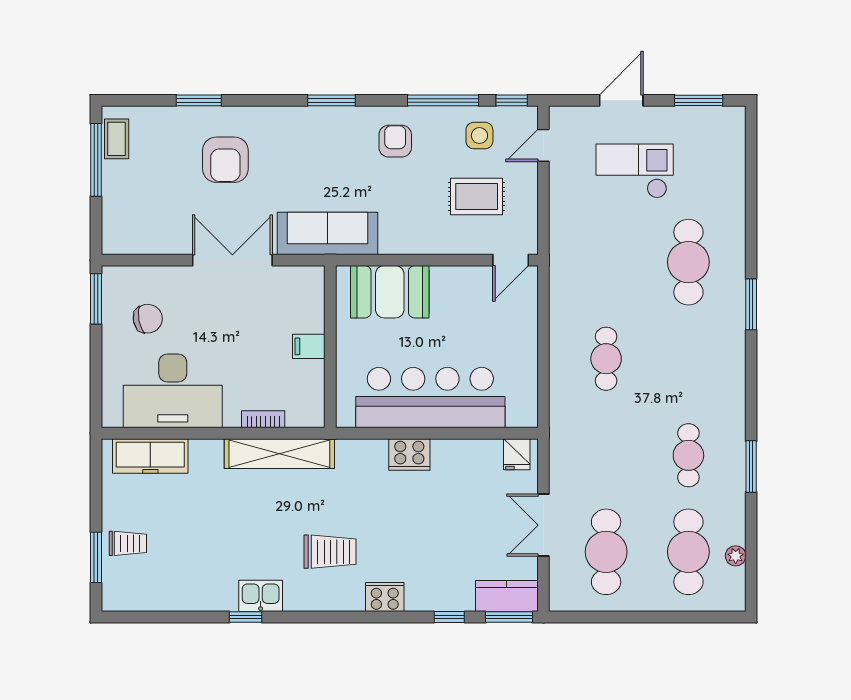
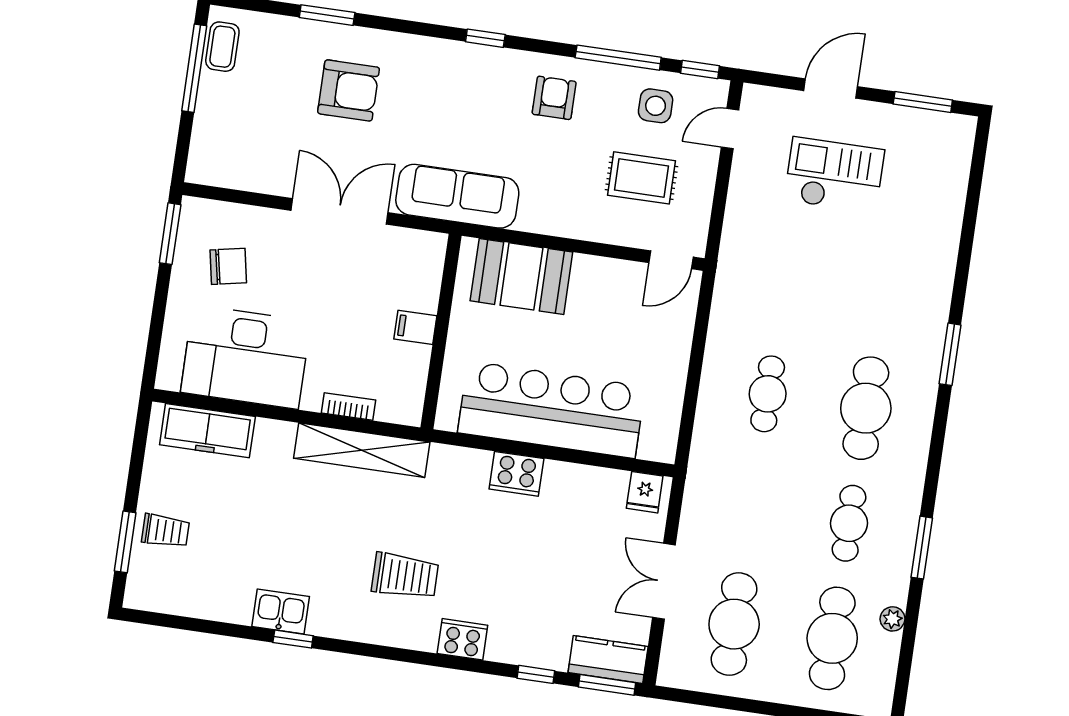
window: (332, 100) -> (485, 38), width x0.67
armchair: (225, 160) -> (349, 90), turned -90
cafe table: (688, 262) -> (866, 408), moved
plant: (736, 556) -> (892, 619), moved
kitchen sink: (261, 596) -> (281, 612), moved

